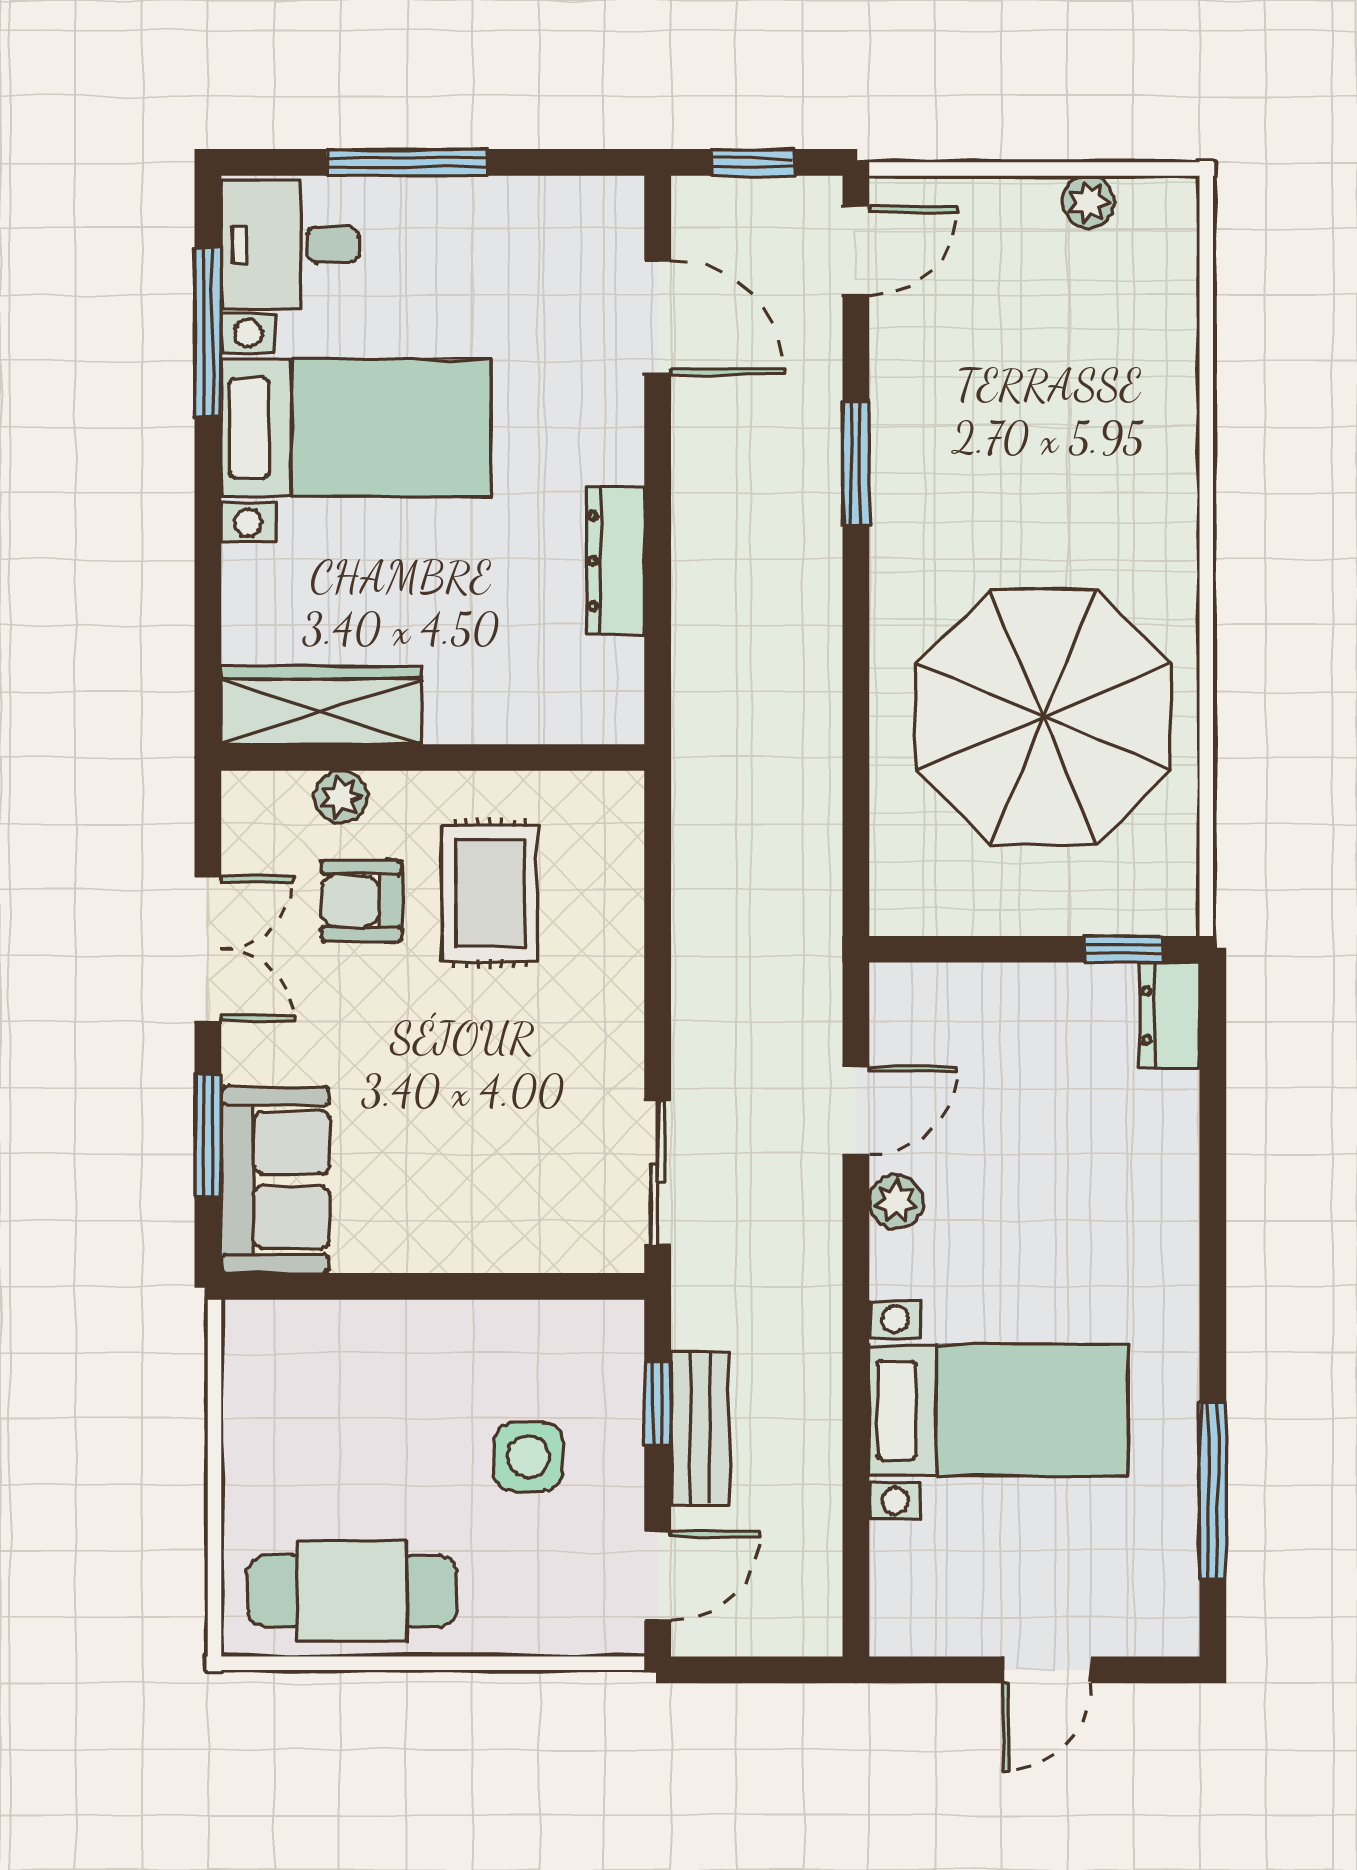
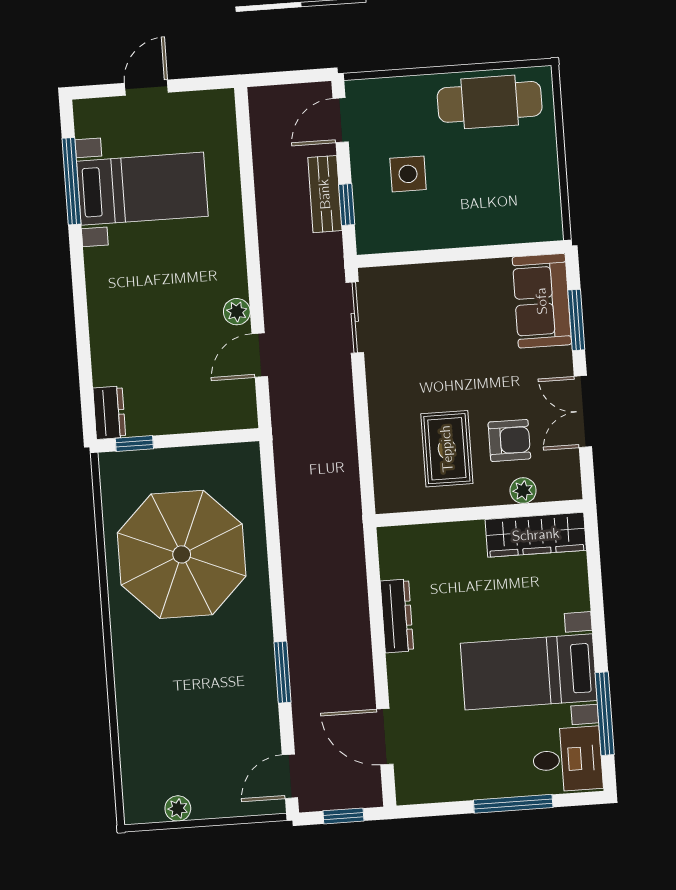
bed with nightstands: (999, 1410) -> (142, 189), moved, turned 180

